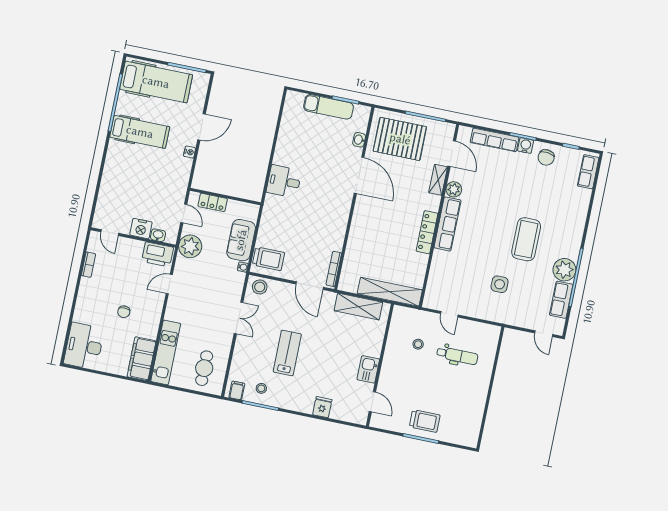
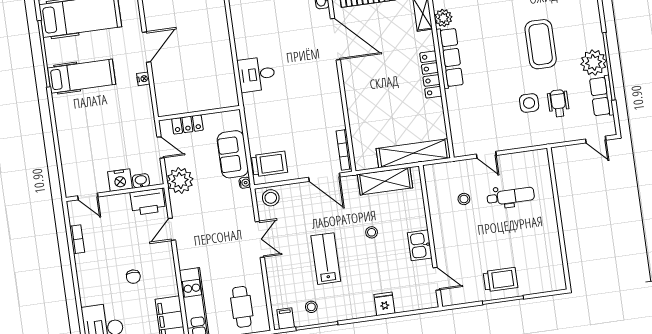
wheelchair: (524, 293) -> (558, 103), added
stool: (332, 345) -> (372, 232), added

